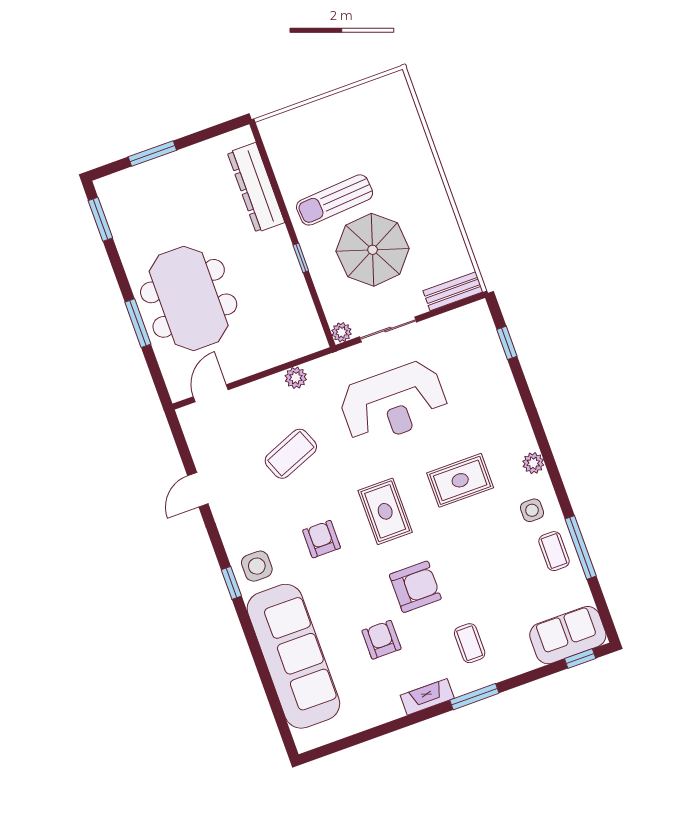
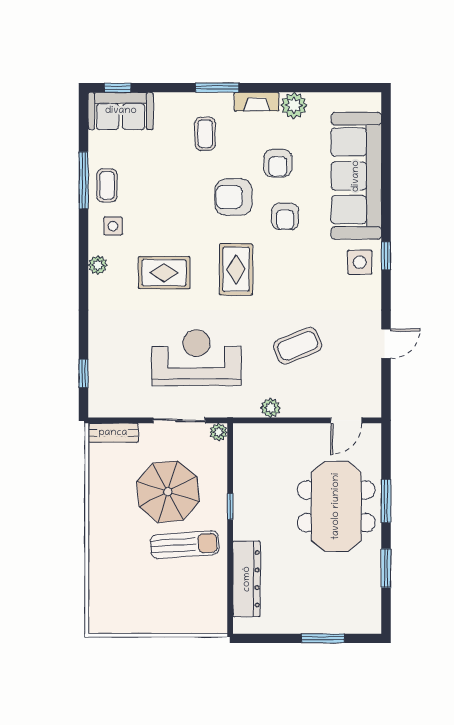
window: (100, 219) -> (386, 568), moved
armchair: (322, 539) -> (285, 216), moved
plant: (386, 707) -> (294, 105), added

